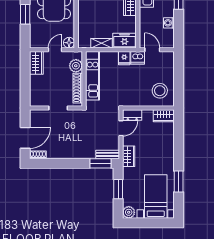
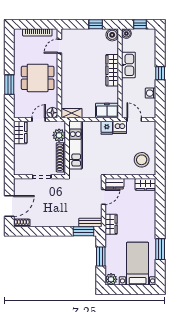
shelving: (101, 43) -> (72, 113), moved

